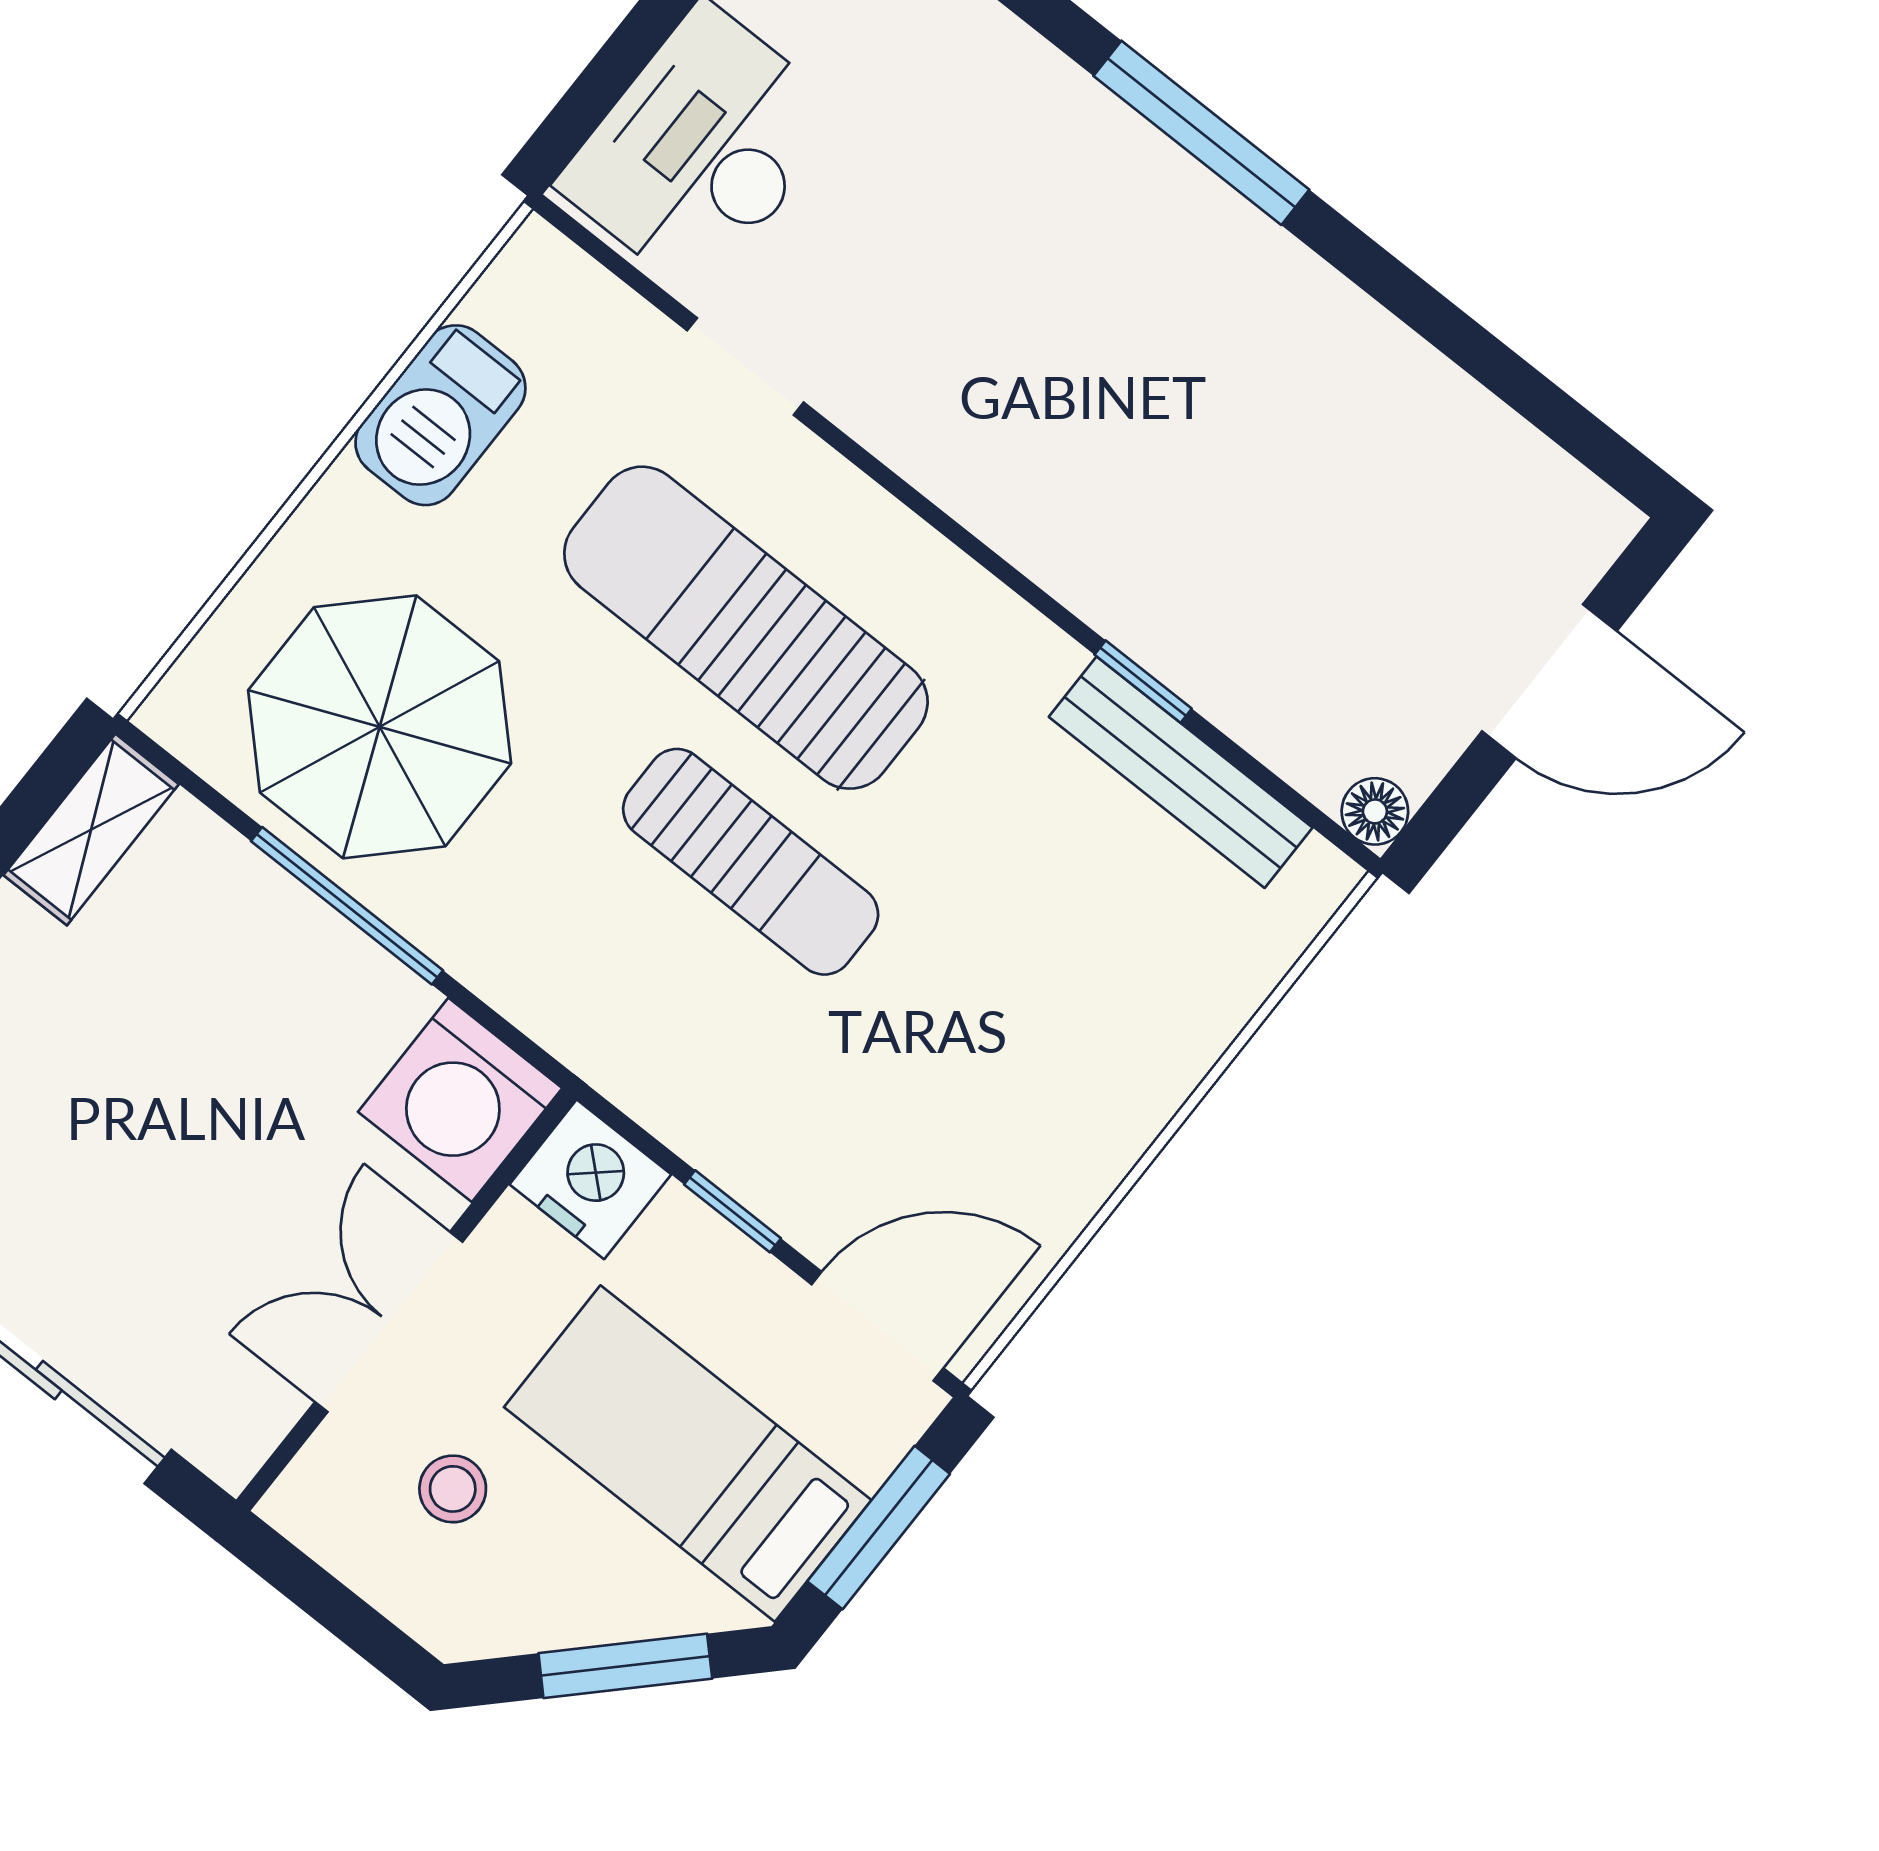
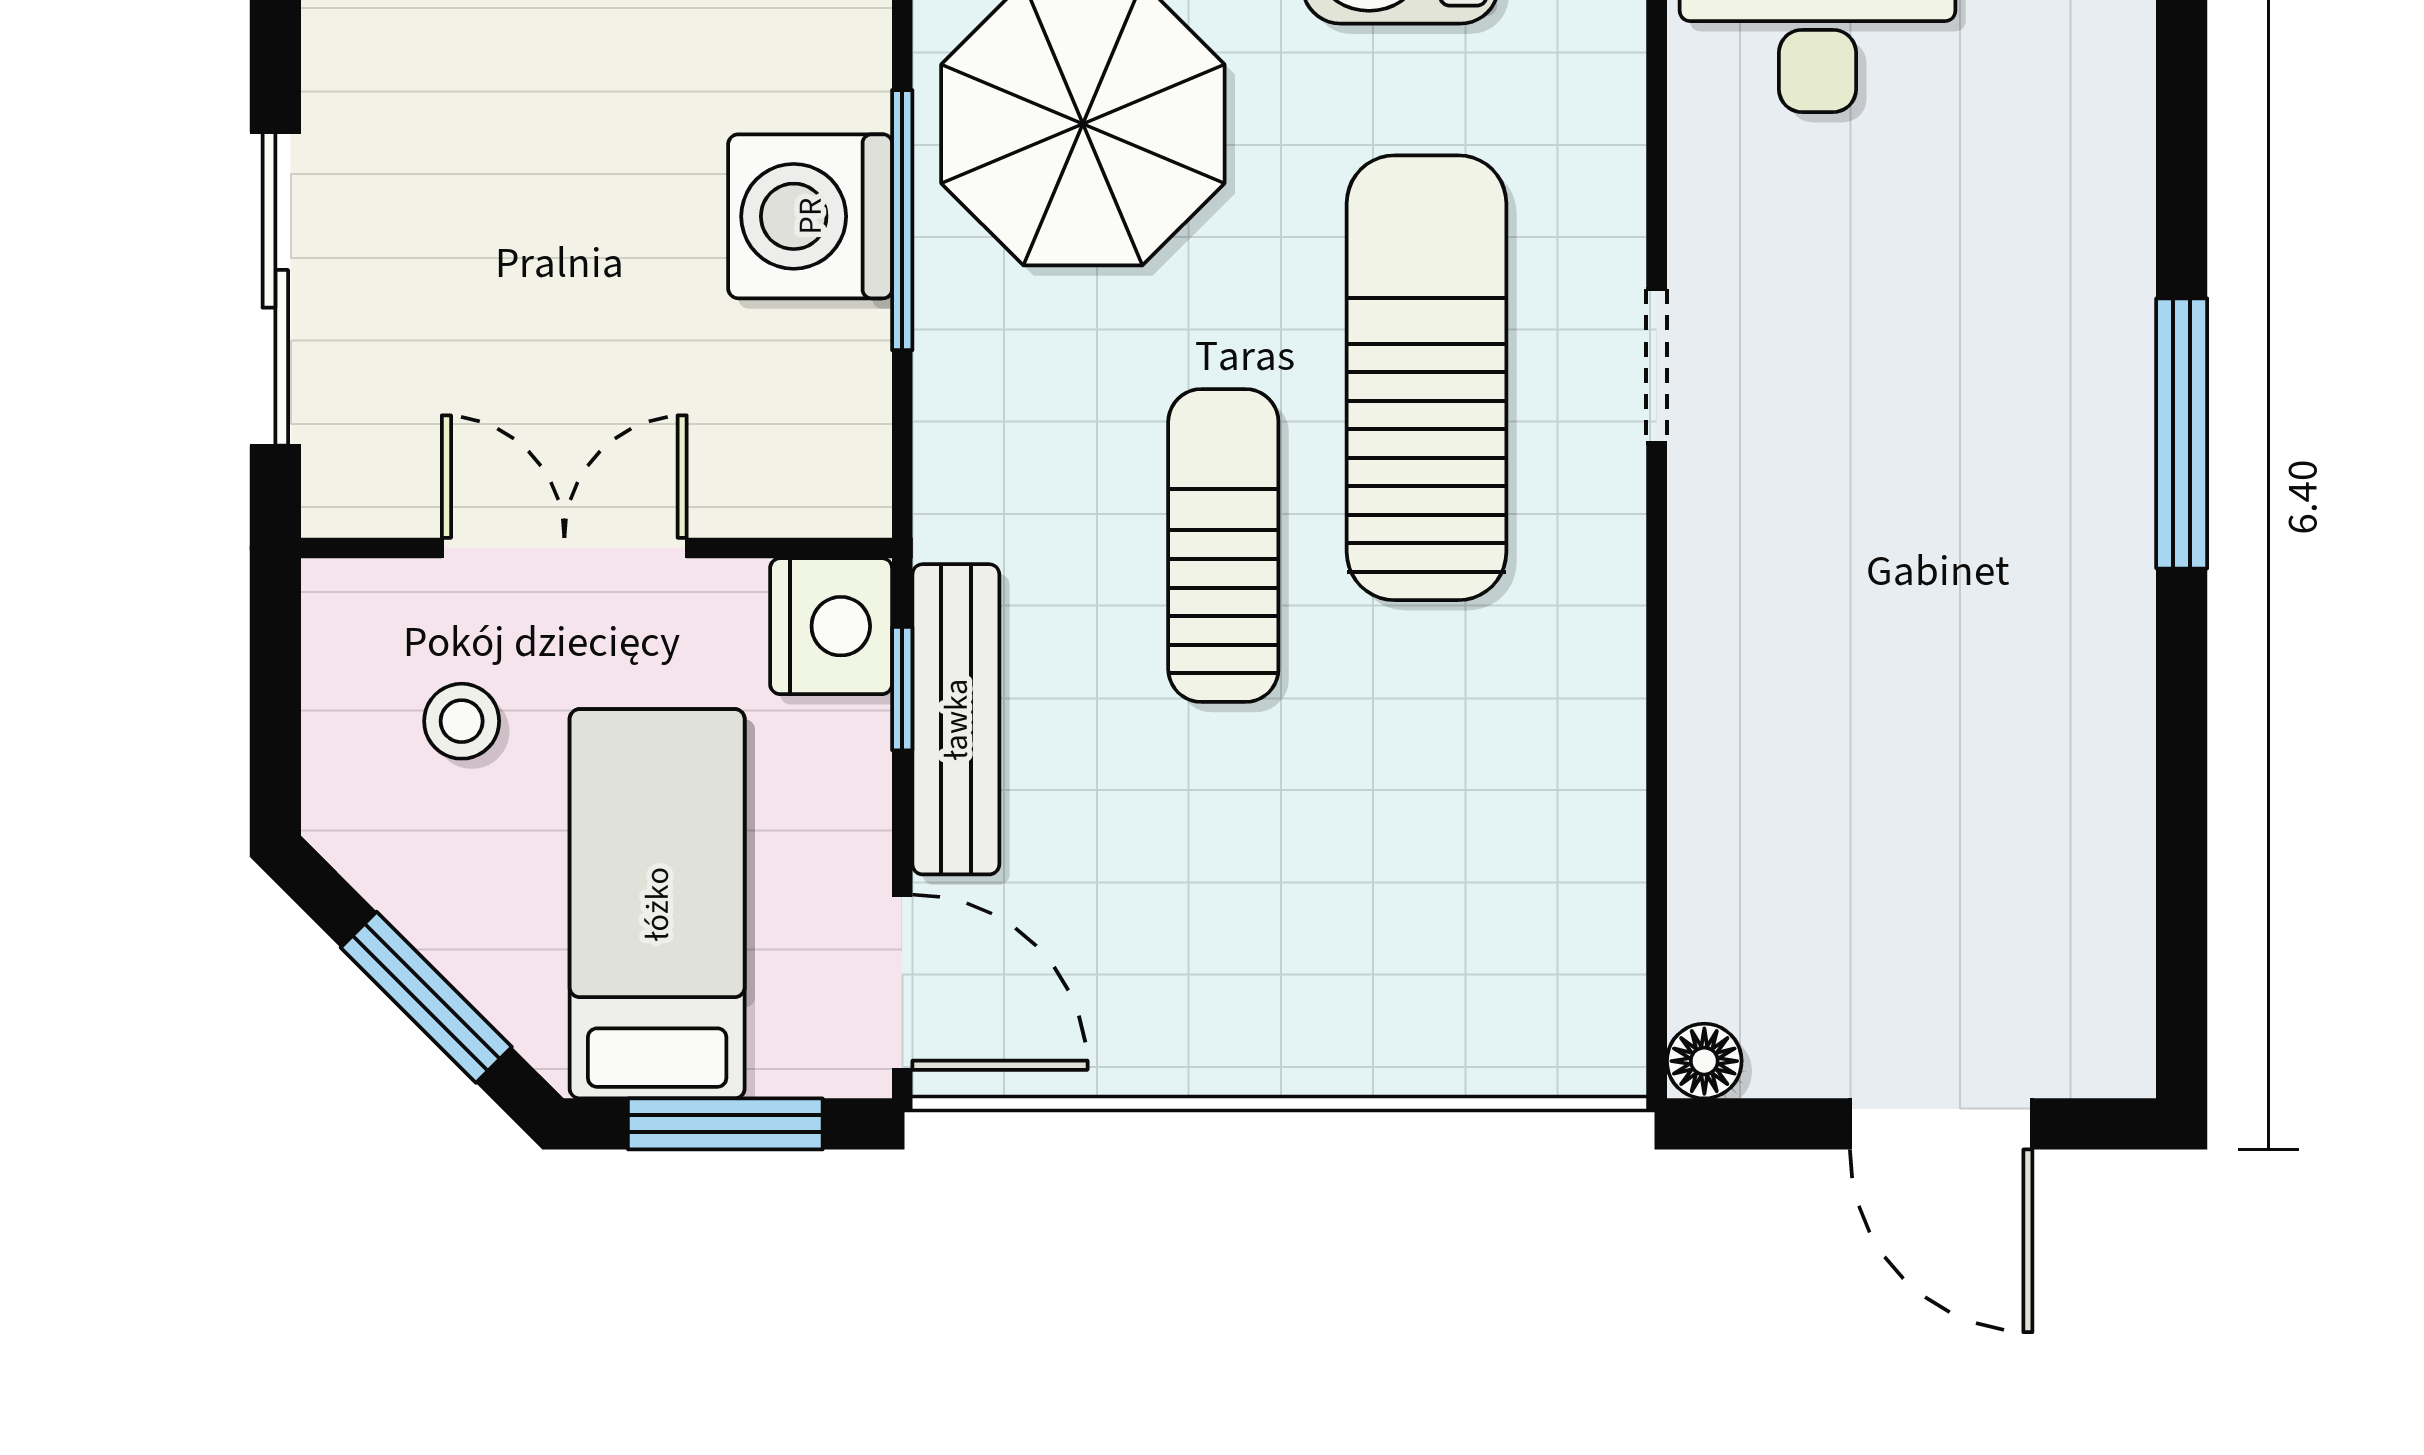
doorway: (745, 366) -> (1657, 366), moved
window: (1143, 682) -> (1657, 766), removed
bench: (1181, 772) -> (956, 719), moved
sun lounger: (751, 862) -> (1223, 546), turned 180
washing machine: (460, 1100) -> (810, 216), moved
window: (733, 1211) -> (902, 689), moved

